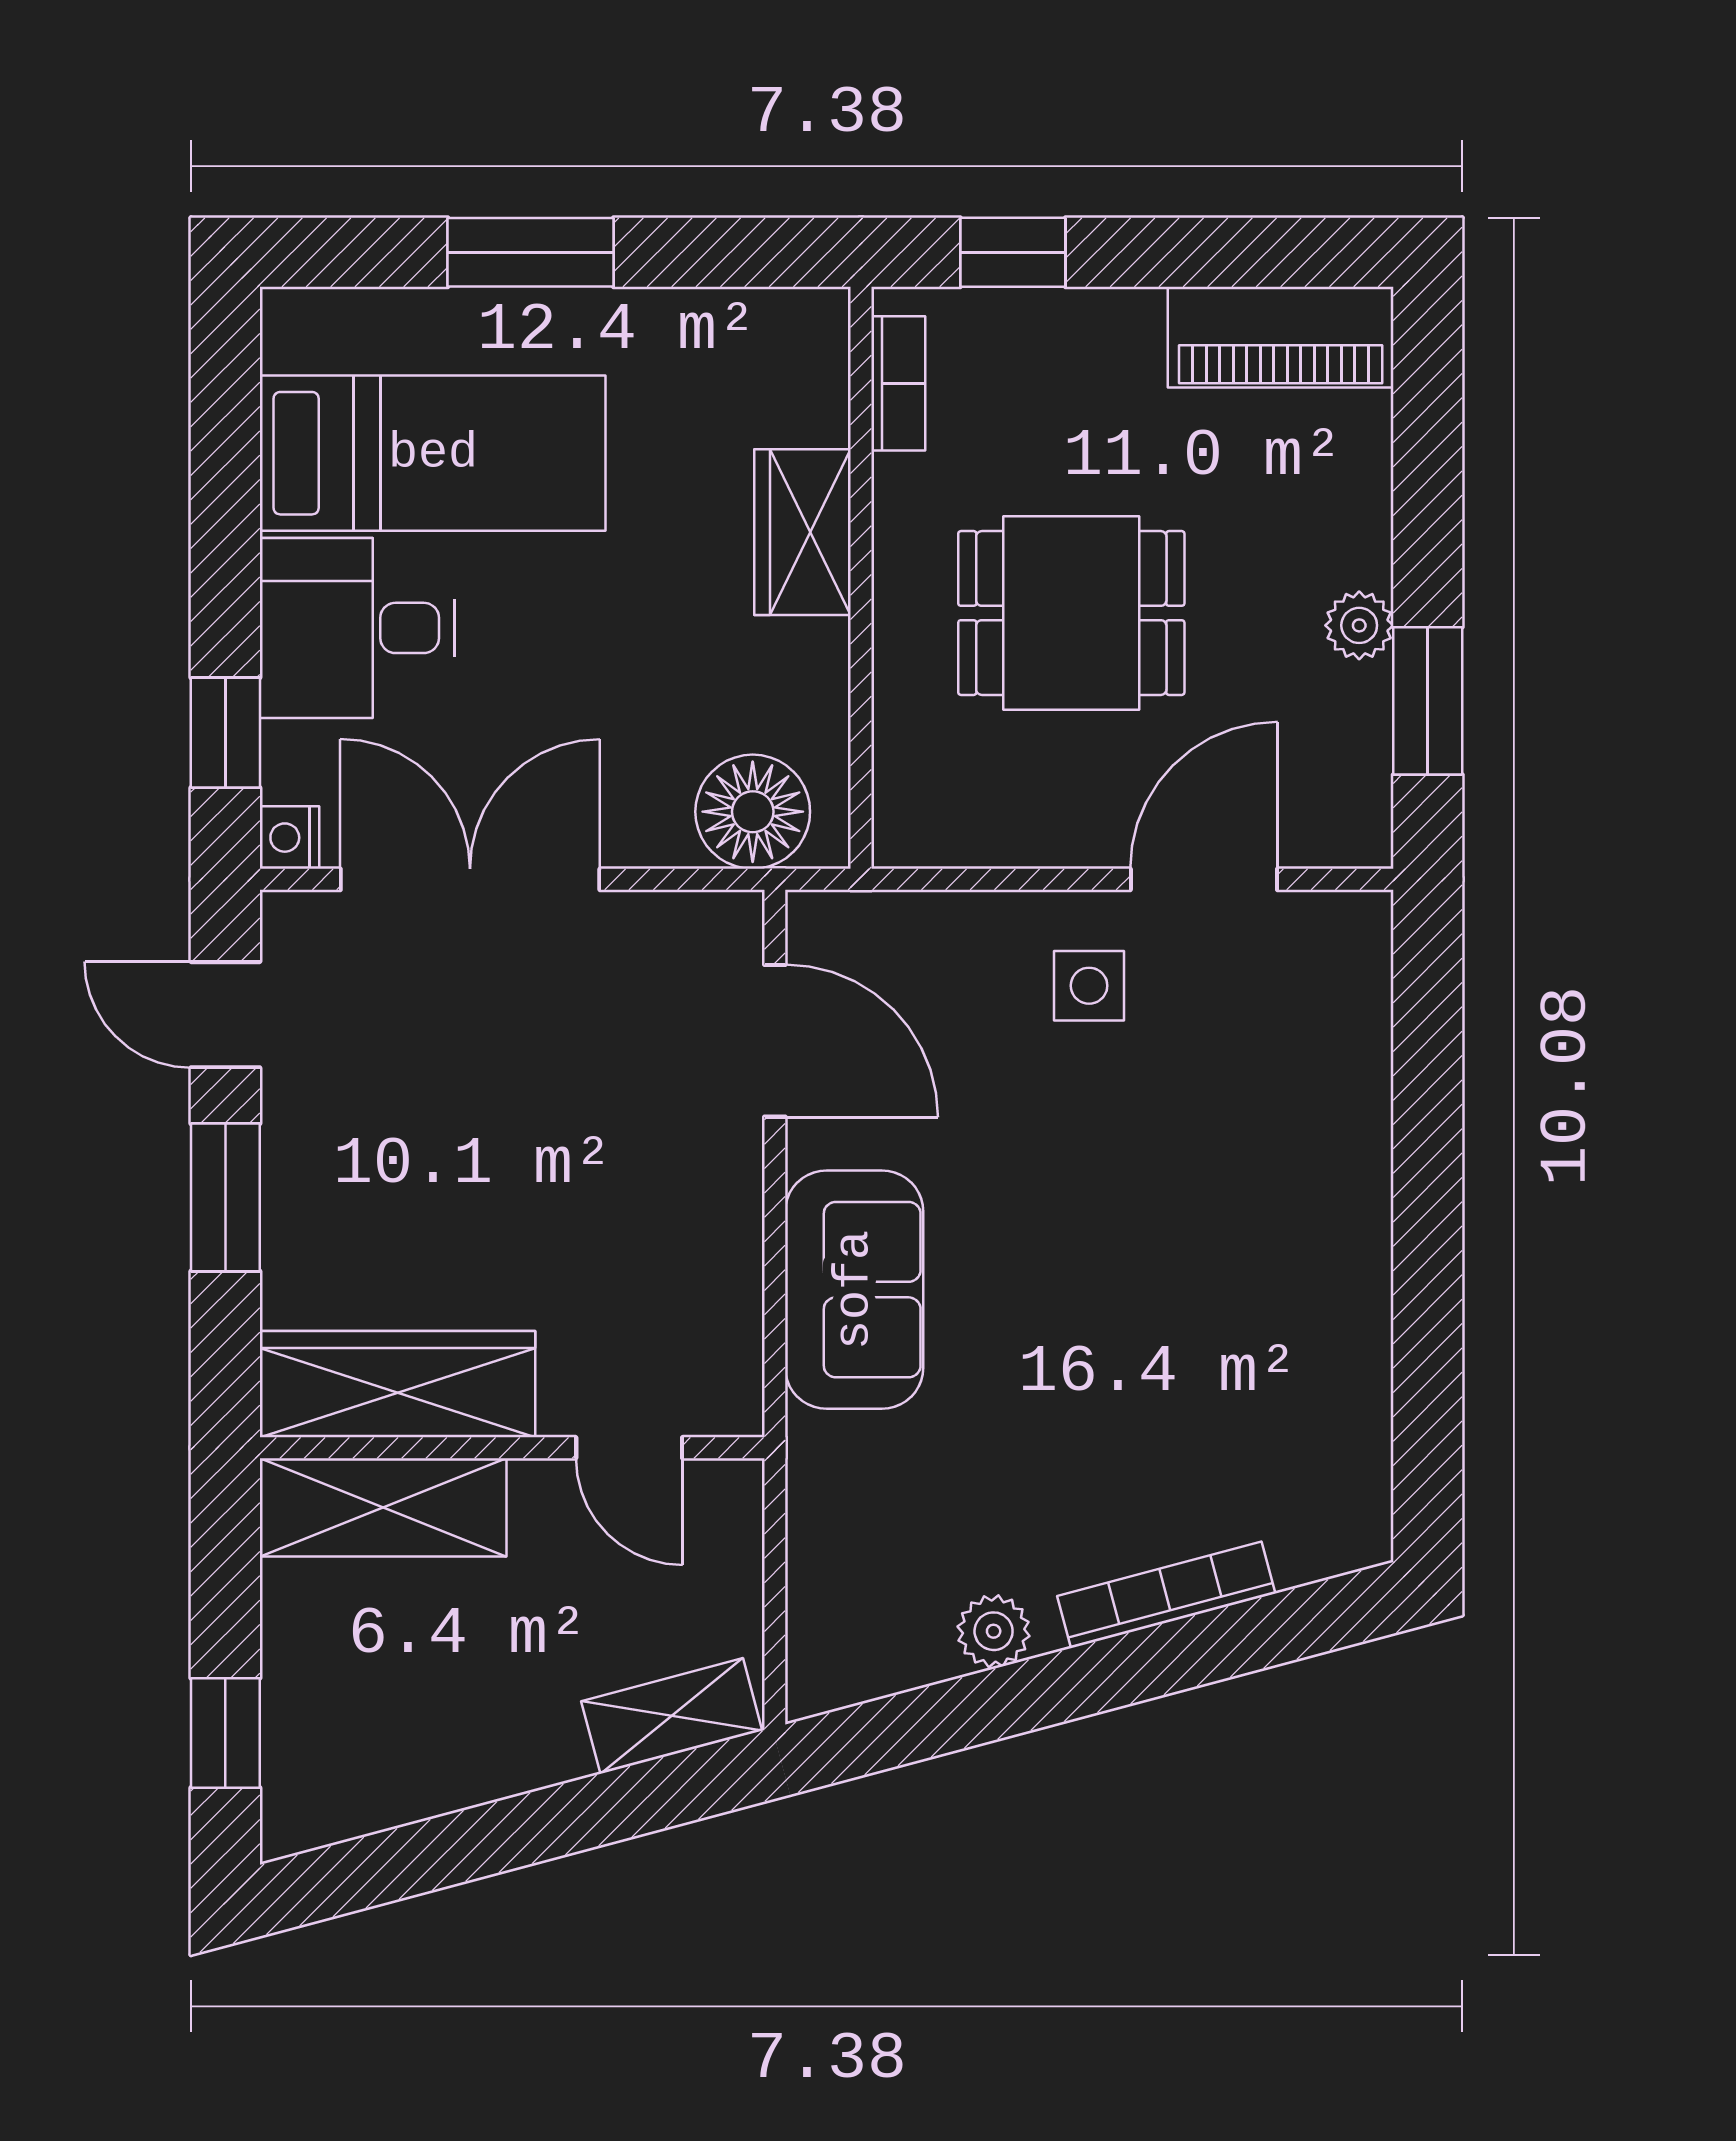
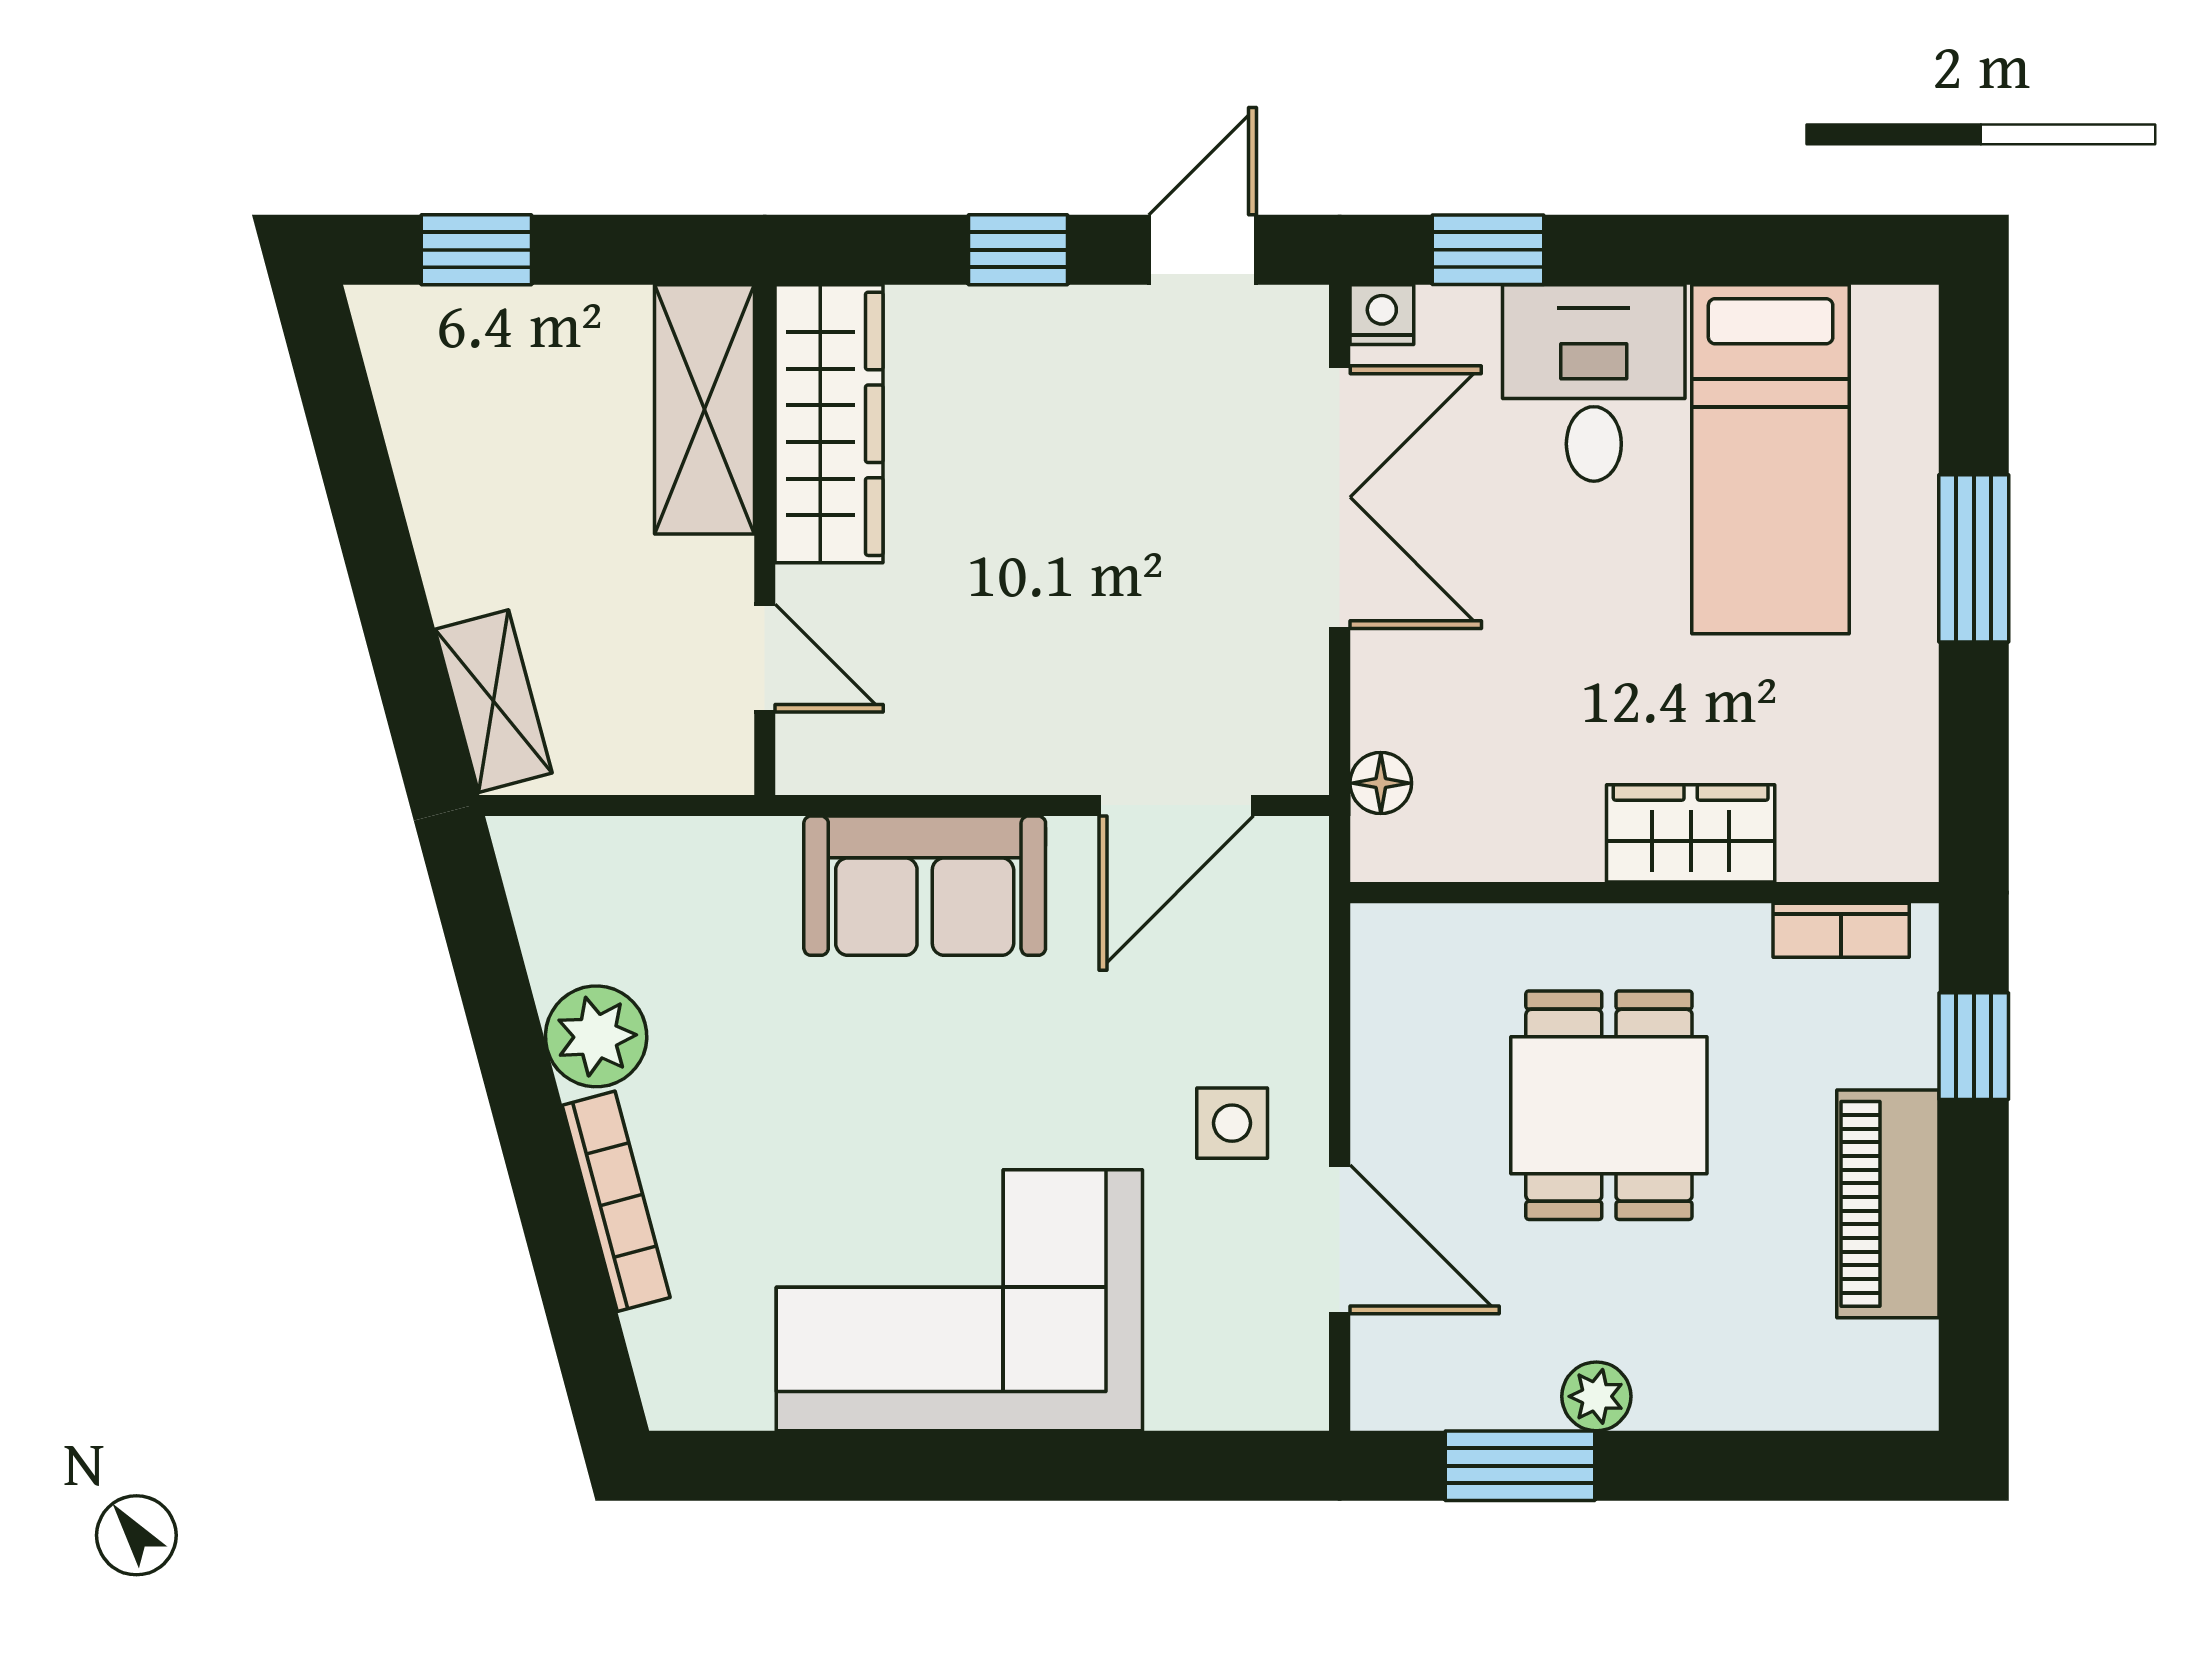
piano: (1281, 337) -> (1888, 1204), moved
floor lamp: (753, 812) -> (1381, 783), width x0.53, depth x0.53
window: (225, 1197) -> (1018, 250), width x0.67
corner sofa: (1264, 1255) -> (959, 1300), added
door: (629, 1448) -> (765, 658), swing flipped
plant: (994, 1631) -> (596, 1036), width x1.38, depth x1.38

